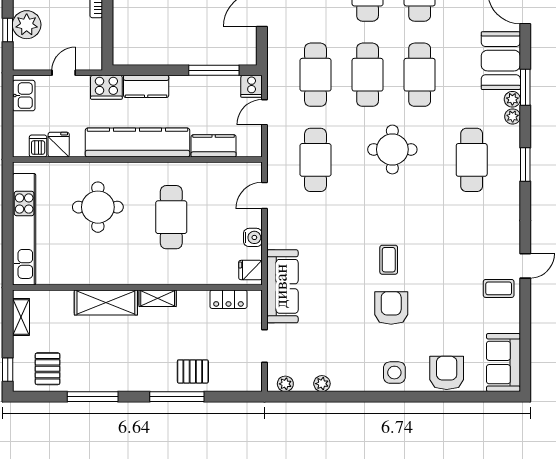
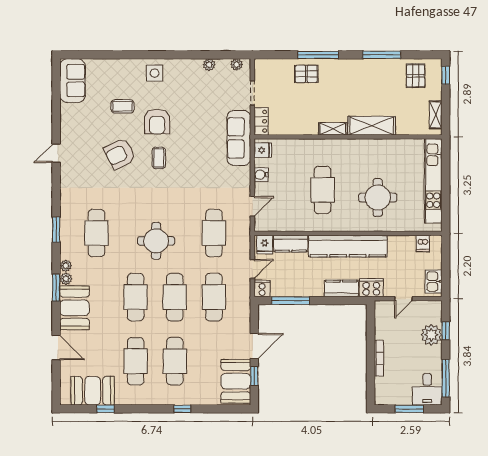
fridge: (59, 145) -> (265, 245), moved
coffee table: (499, 288) -> (123, 106), moved
locker: (228, 299) -> (261, 121), moved, turned 90
armchair: (447, 373) -> (120, 154), moved, turned 63

